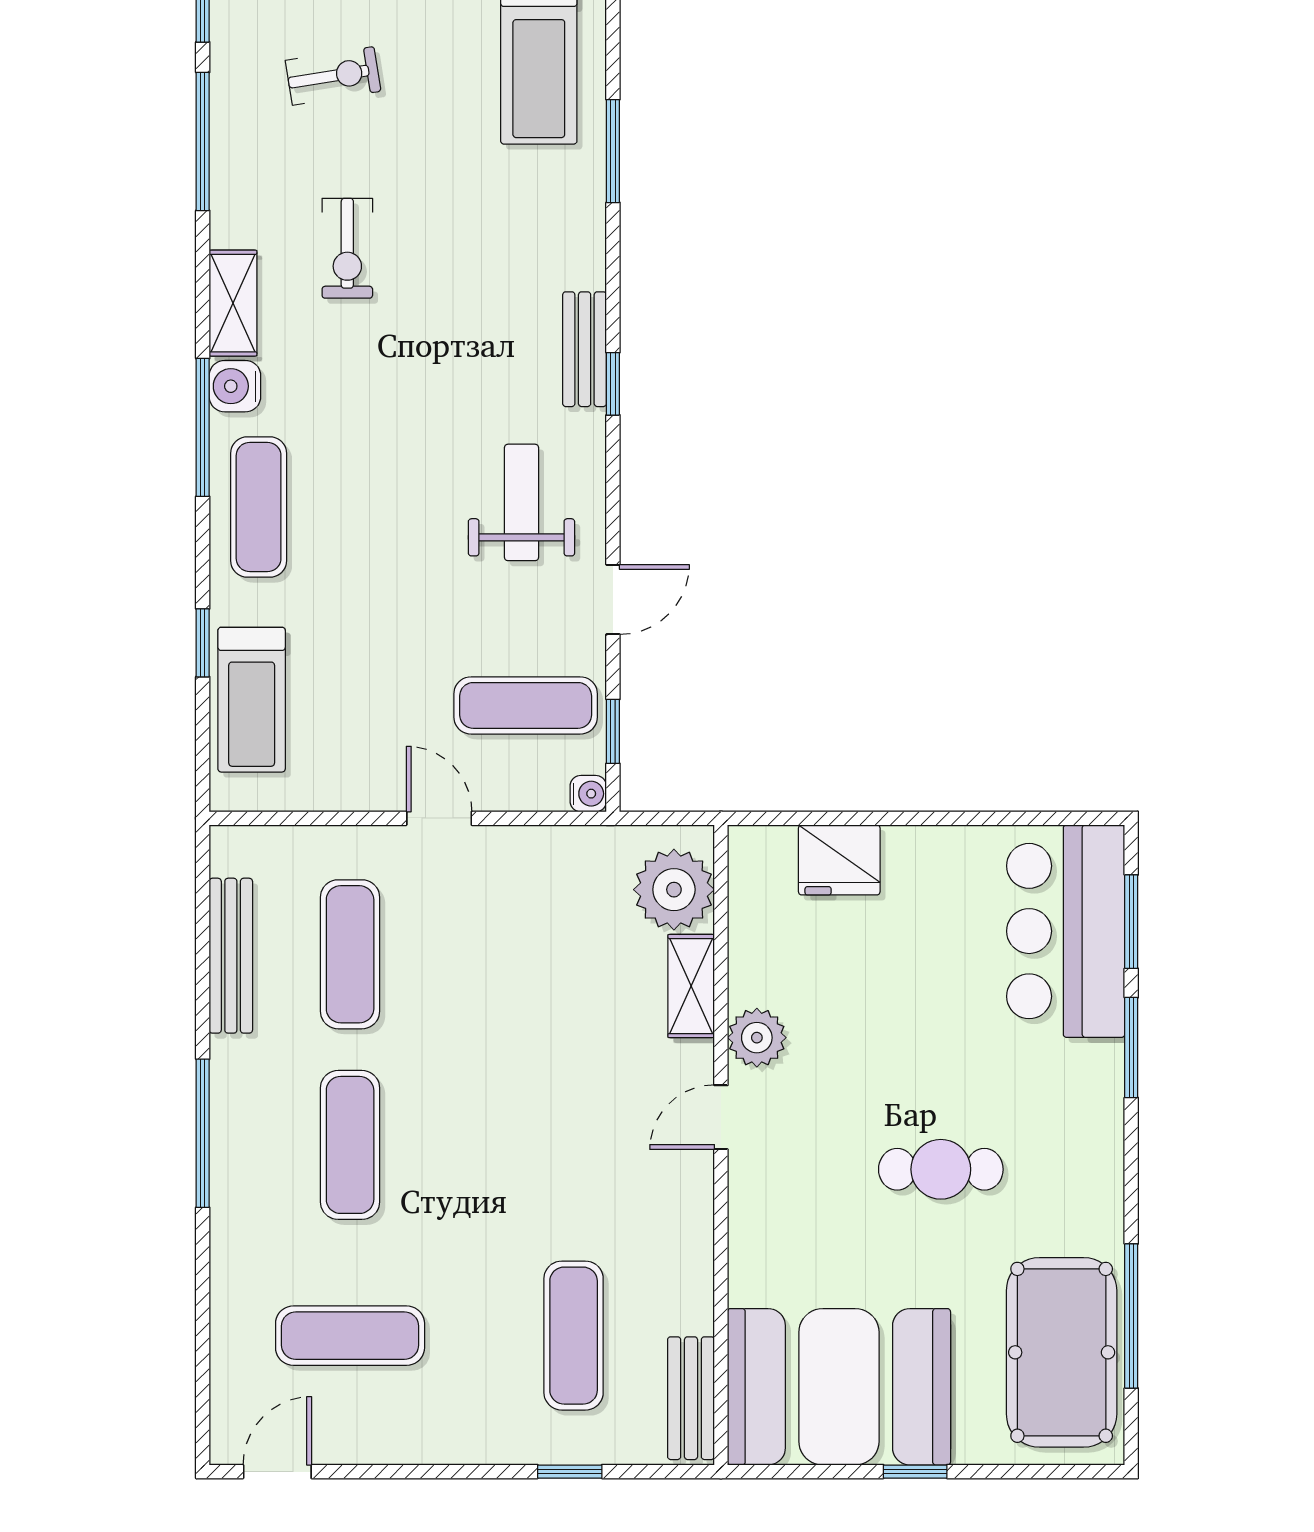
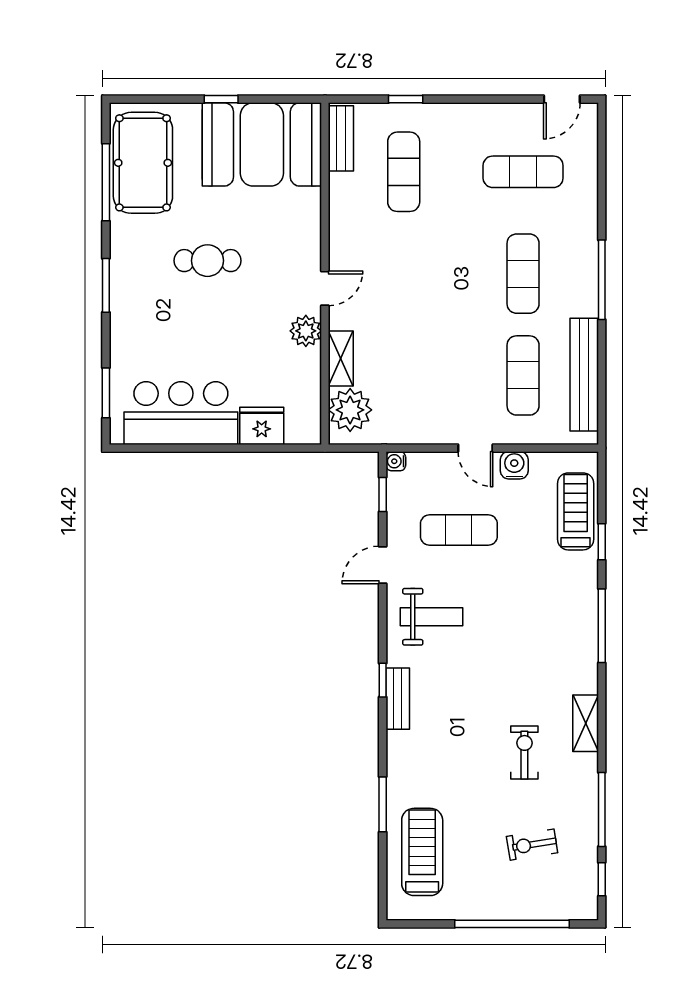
water cooler: (235, 386) -> (514, 465), moved, turned -90
window: (203, 427) -> (602, 626), moved
weight bench: (521, 502) -> (431, 617), turned -90
exercise mat: (259, 507) -> (572, 614), removed
exercise mat: (526, 705) -> (459, 530), moved
bar counter: (1066, 931) -> (181, 413), moved, turned -90
bench: (231, 956) -> (584, 375), width x1.37, depth x1.21
window: (1131, 1048) -> (106, 285), moved

